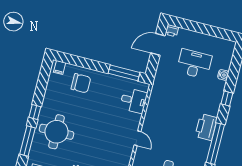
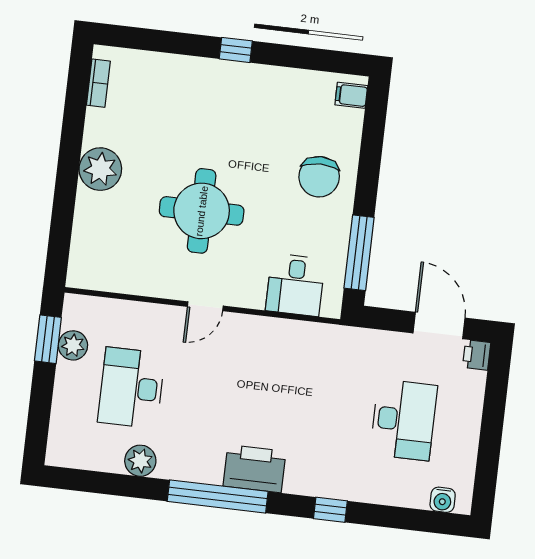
water cooler: (223, 75) -> (443, 500), moved
chair: (81, 83) -> (319, 177), moved
round table: (56, 132) -> (202, 211), moved
window: (27, 141) -> (163, 41), removed

